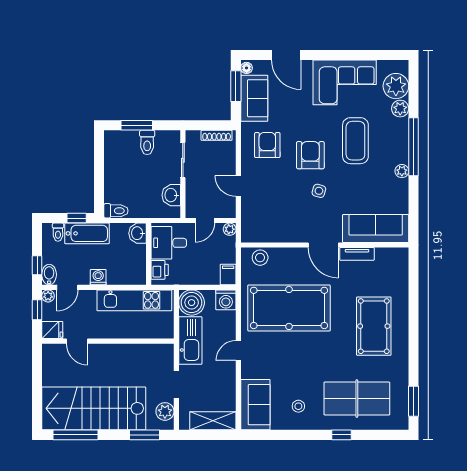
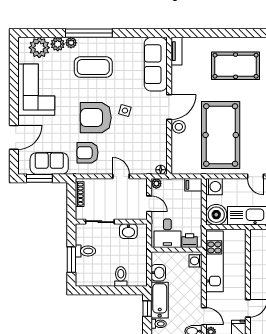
floor lamp: (247, 68) -> (161, 170), moved
coffee table: (355, 141) -> (93, 67), moved
armchair: (310, 155) -> (96, 118), width x1.36, depth x1.36
plant: (402, 171) -> (71, 43), moved
door: (238, 186) -> (121, 176), swing flipped
toilet: (116, 211) -> (121, 276), moved
washbasin: (138, 233) -> (158, 273), moved, turned -90
tv unit: (357, 254) -> (177, 51), moved
stool: (260, 258) -> (179, 127), moved
washing machine: (98, 277) -> (195, 261), moved

